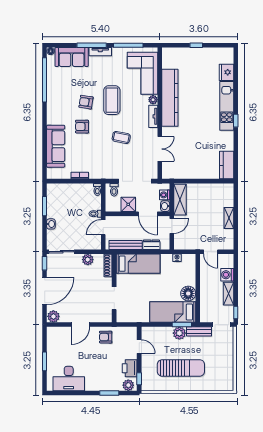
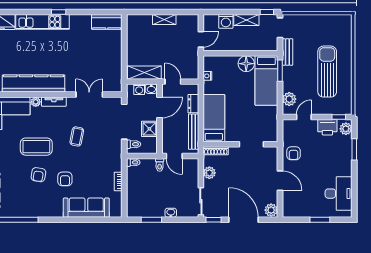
plant: (179, 333) -> (289, 99), moved

